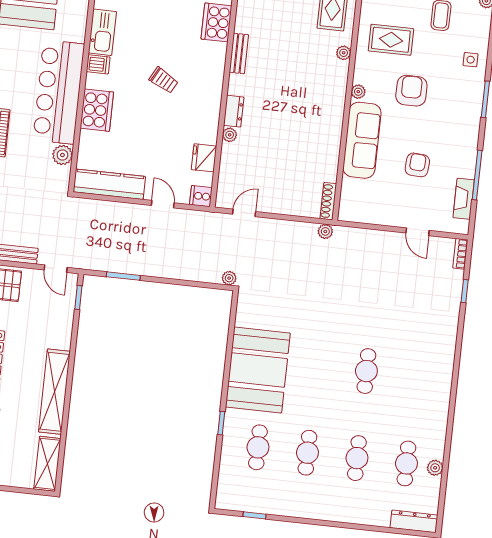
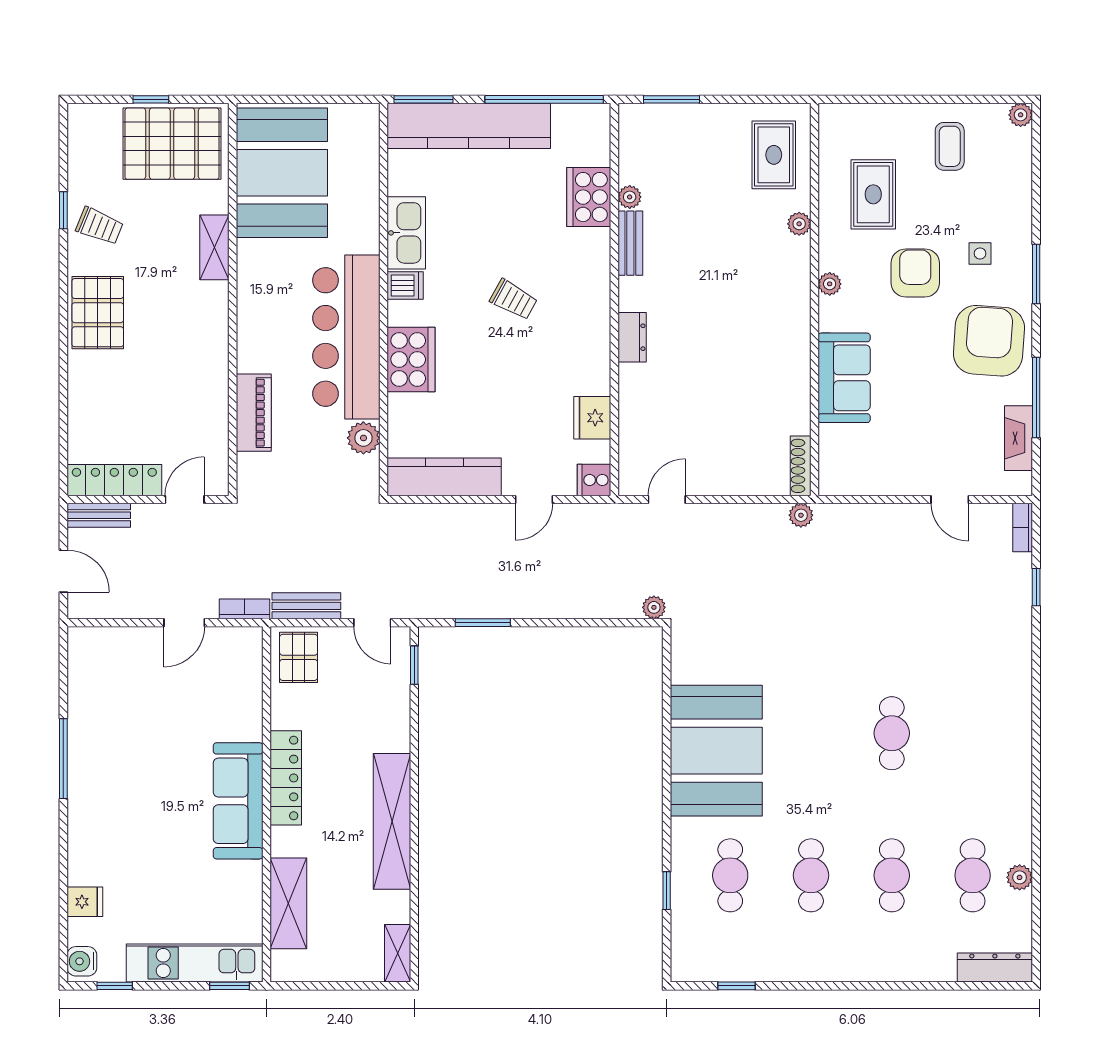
rug: (391, 40) -> (873, 194), turned 90
side table: (471, 60) -> (980, 253), moved
plant: (230, 135) -> (630, 197), moved
sofa: (362, 140) -> (844, 378), width x0.73
armchair: (417, 165) -> (989, 341), moved, width x1.88, depth x1.88
door: (163, 204) -> (534, 500), swing flipped
window: (221, 423) -> (667, 891), moved
shelving: (47, 464) -> (398, 953), width x0.67, depth x0.75

